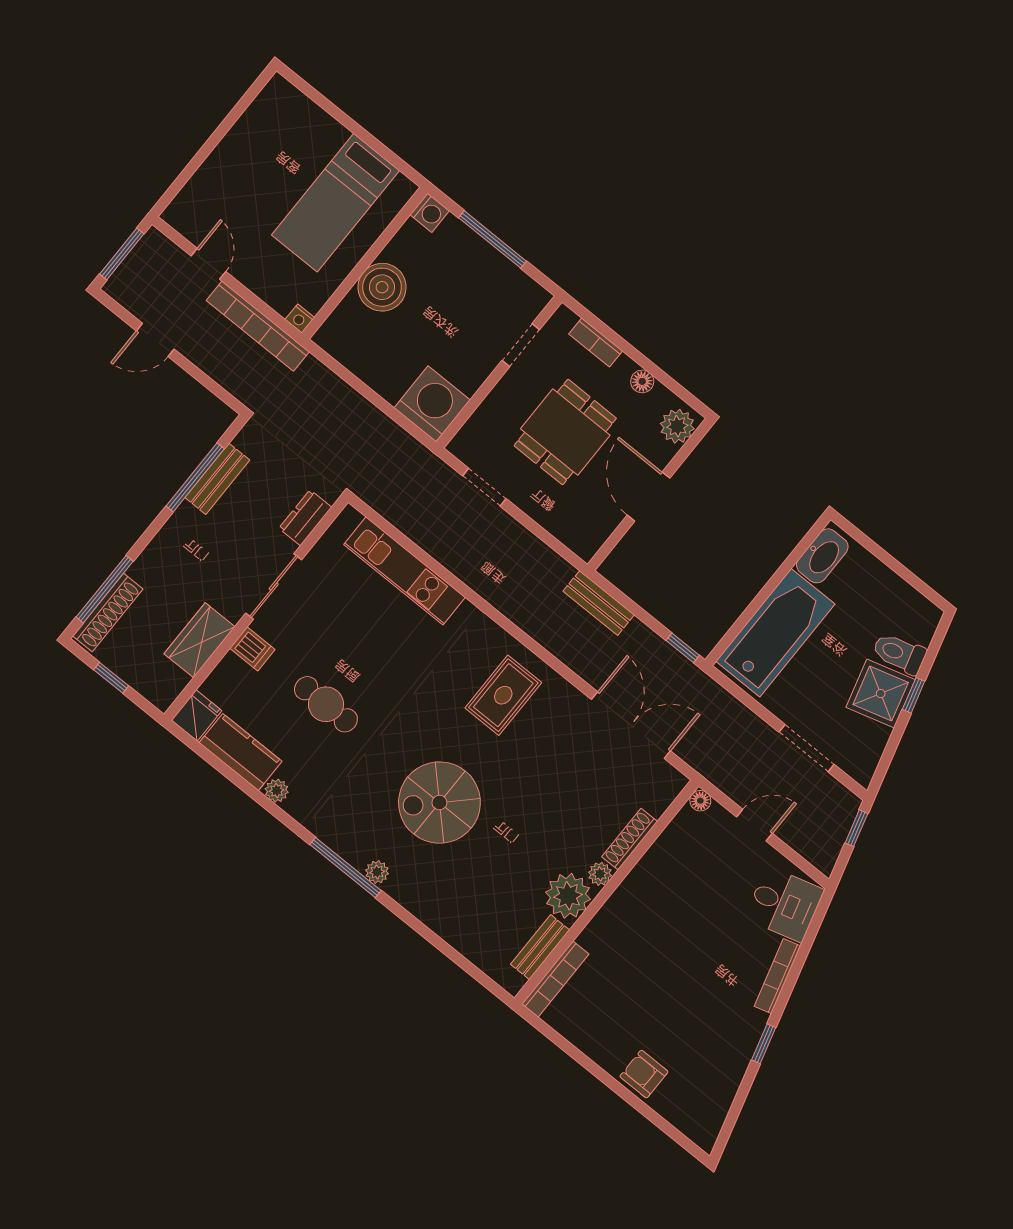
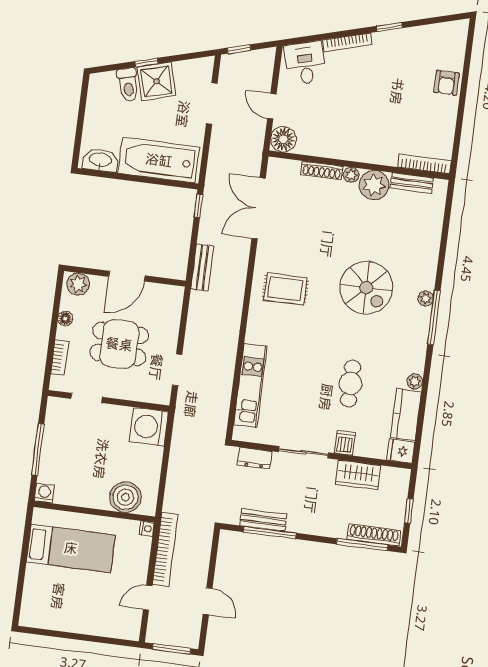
boiler: (382, 287) -> (125, 497), moved
floor lamp: (700, 801) -> (283, 139), width x1.89, depth x1.89

